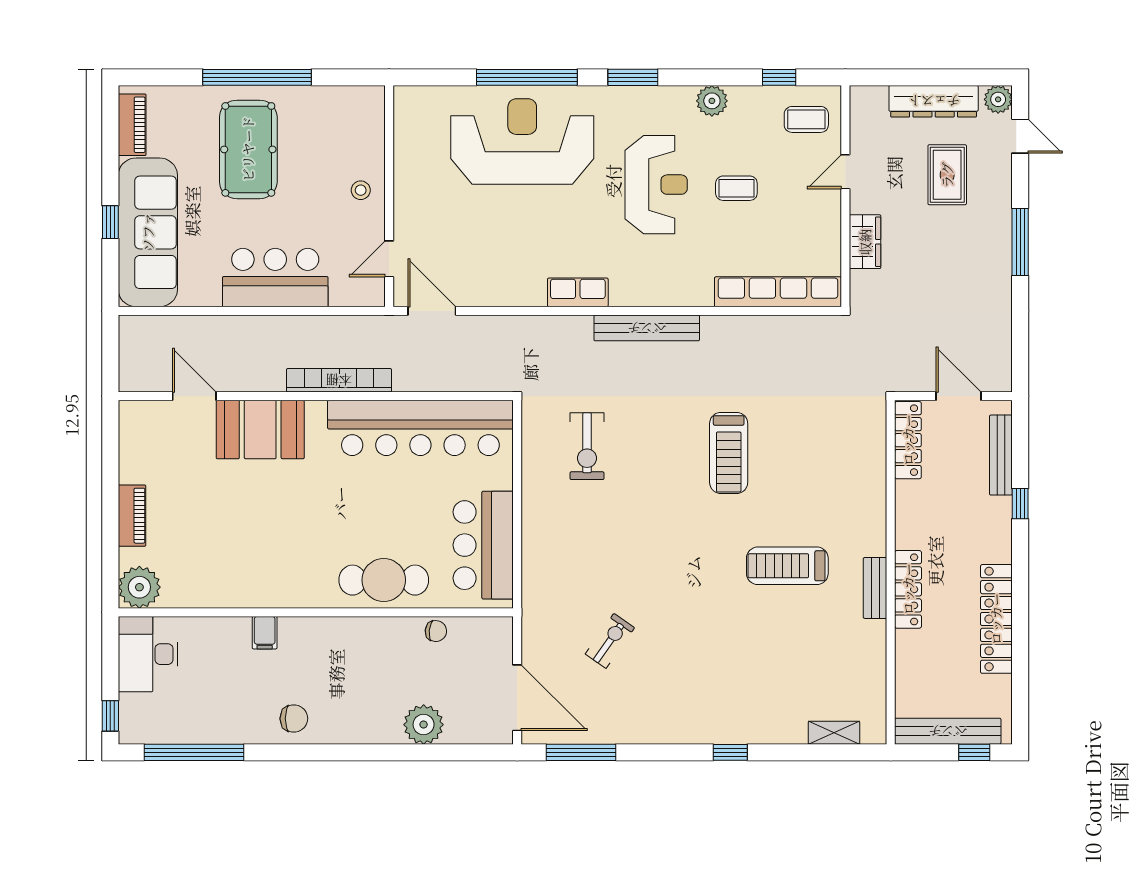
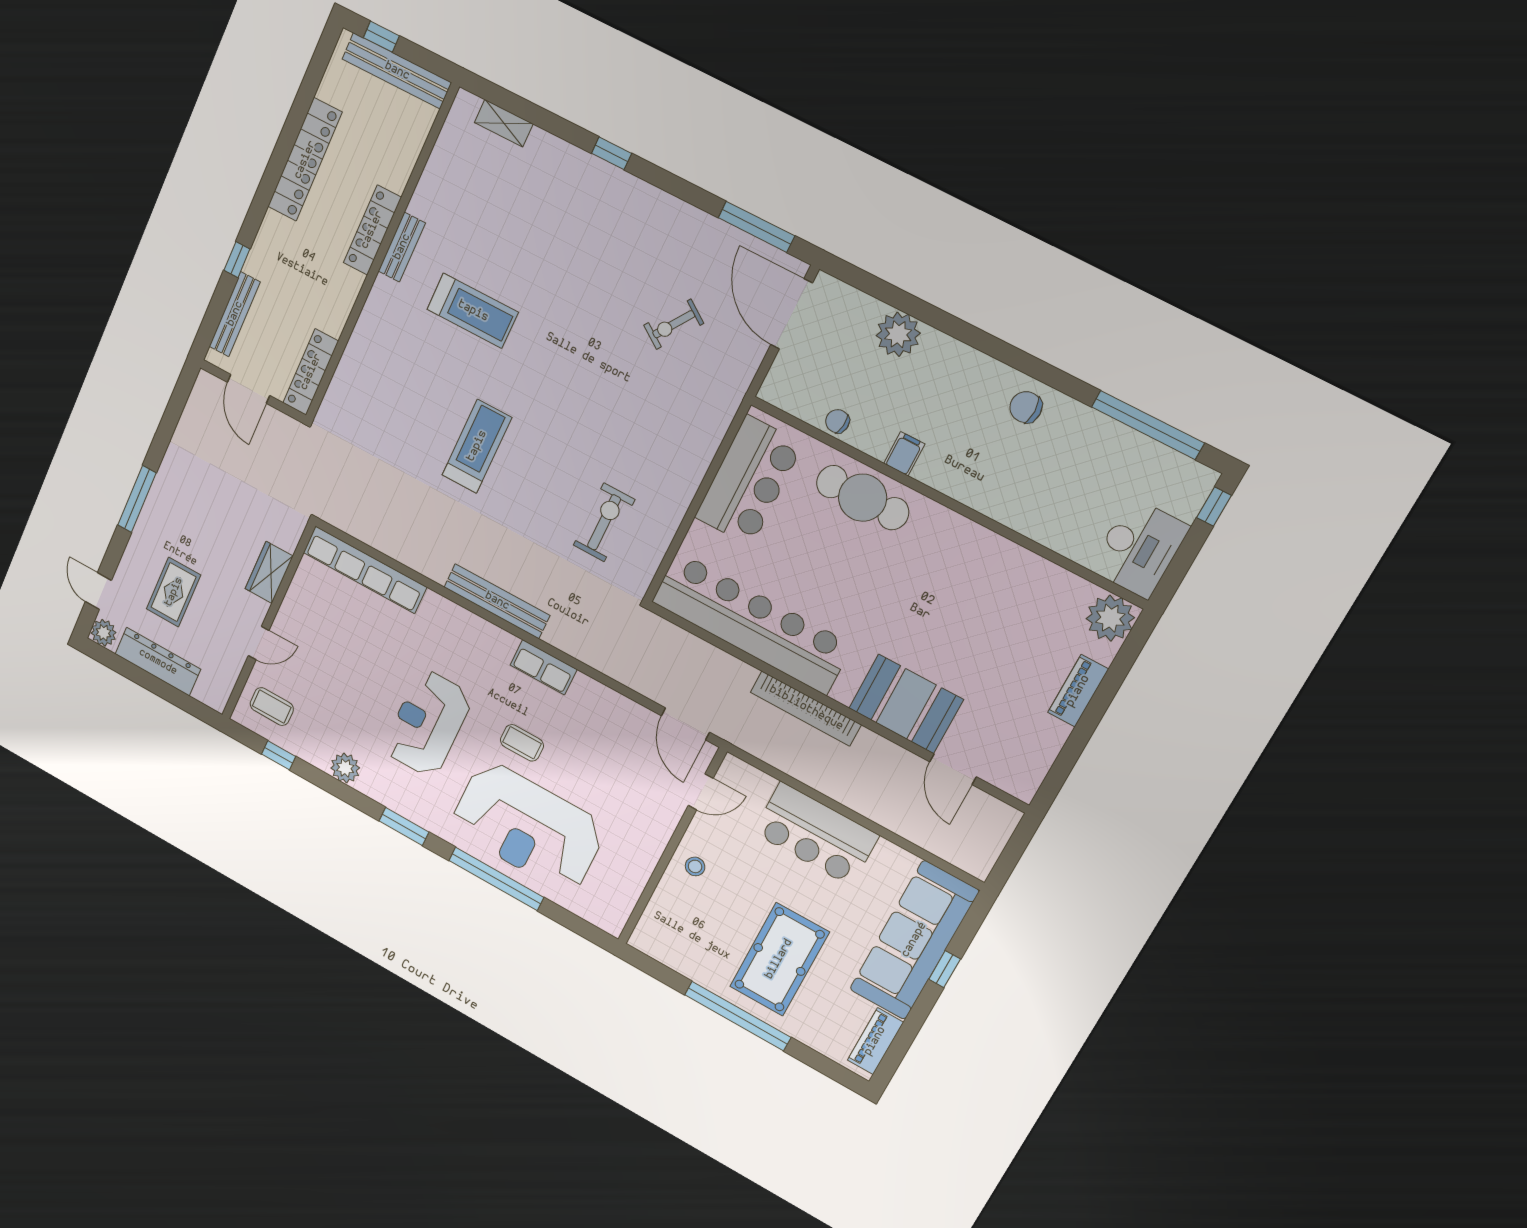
coffee table: (736, 188) -> (522, 743), moved
filing cabinet: (265, 633) -> (904, 454), moved

